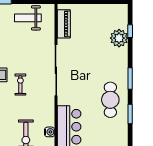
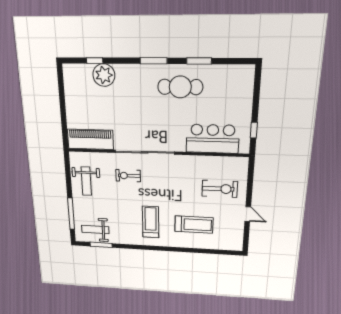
piano: (64, 24) -> (90, 139), width x1.37, depth x1.33
exercise bike: (20, 85) -> (128, 176), moved
water cooler: (50, 132) -> (218, 162), removed

